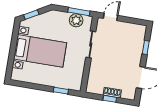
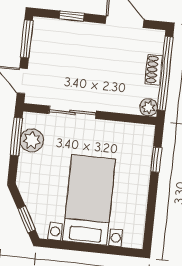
window: (134, 21) -> (27, 39), added
plant: (91, 88) -> (149, 107), added
window: (110, 99) -> (165, 73), width x3.17

